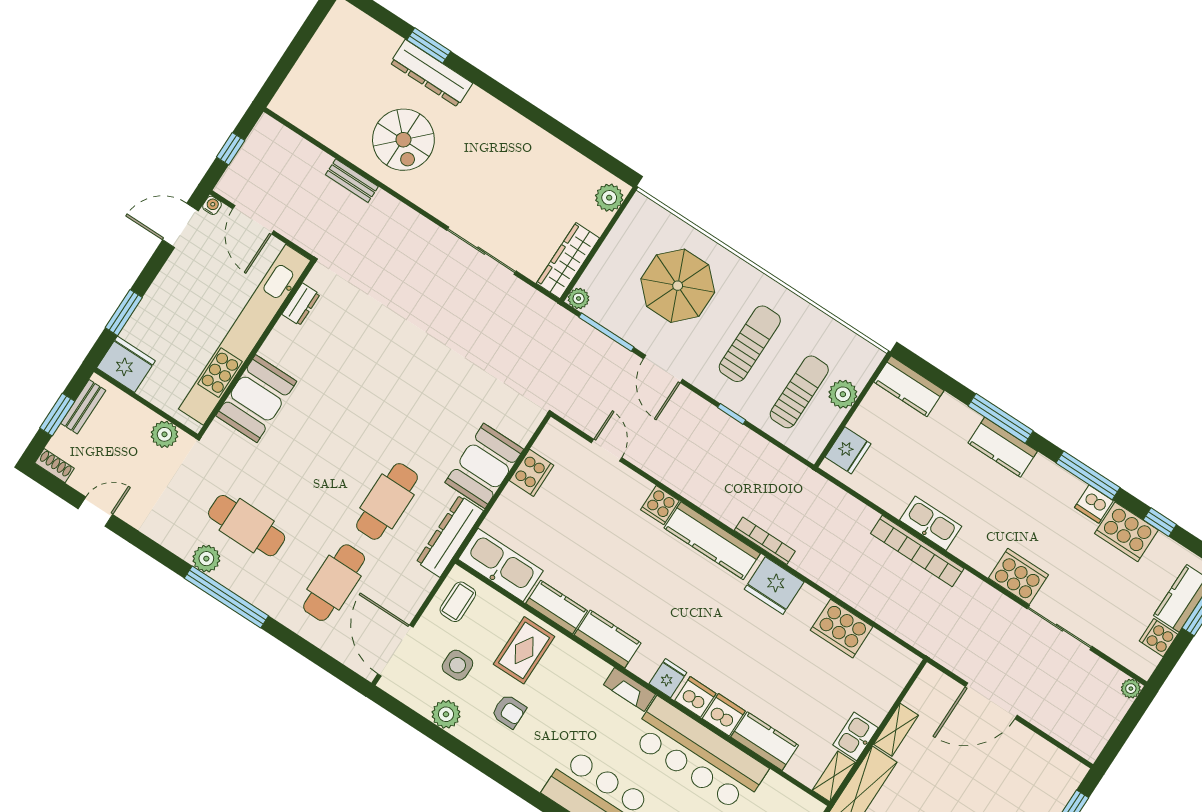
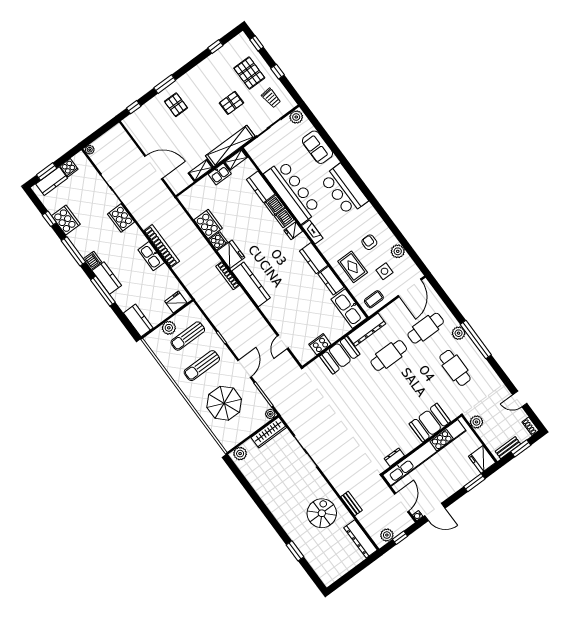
dresser: (431, 73) -> (361, 539), moved, turned 180
plant: (258, 144) -> (387, 535), added
dishwasher: (1094, 504) -> (92, 260), moved
cooker: (660, 505) -> (218, 241), moved
plant: (206, 559) -> (459, 333), moved
rug: (524, 650) -> (353, 267), turned 90

